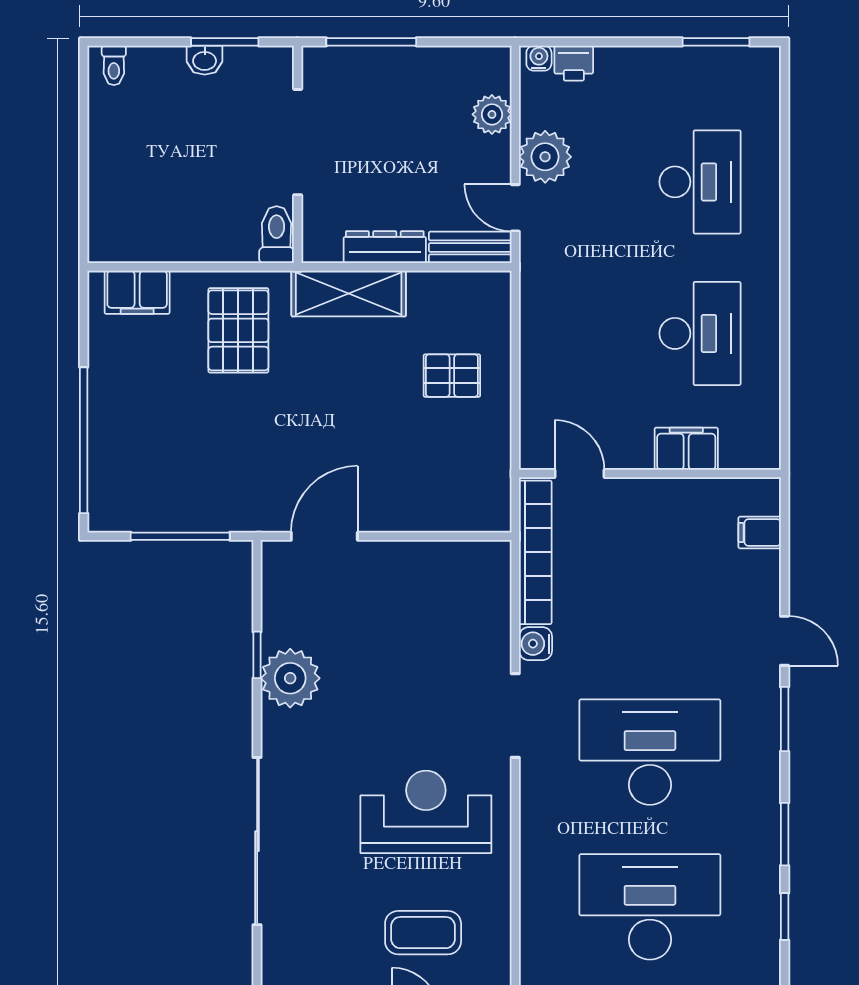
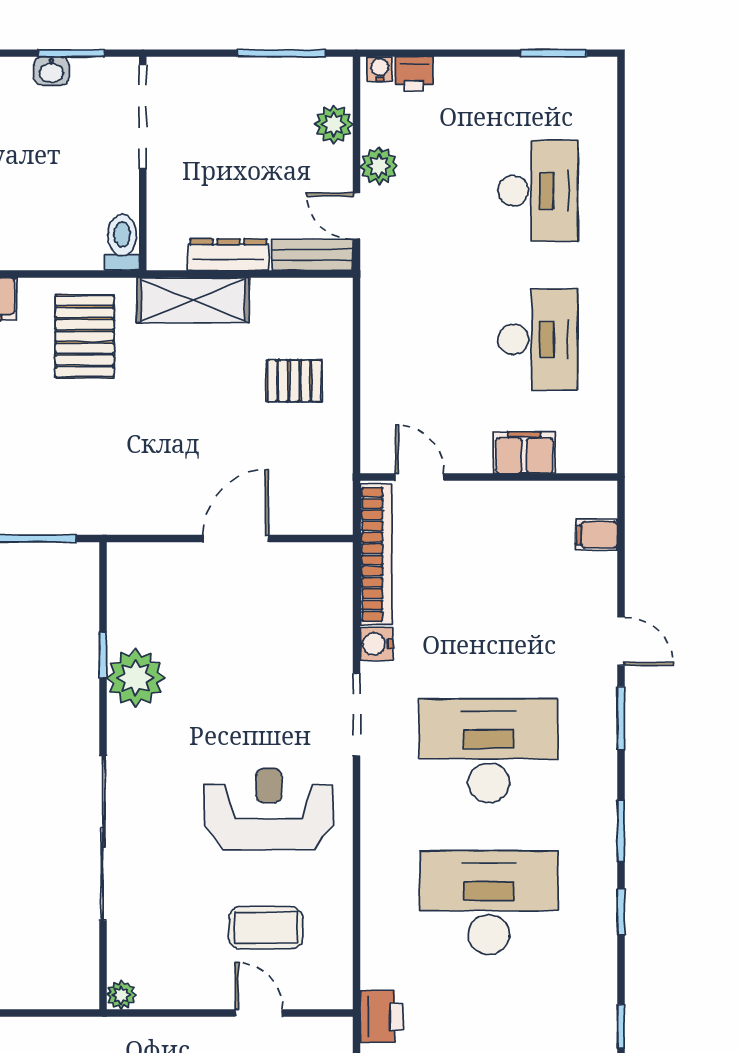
window: (371, 42) -> (282, 53), moved
doorway: (298, 142) -> (143, 117), moved
plant: (545, 157) -> (379, 166), width x0.73, depth x0.73
door: (324, 536) -> (236, 539), moved

